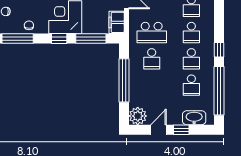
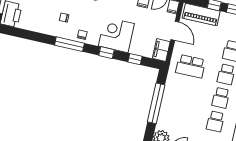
window: (91, 38) -> (135, 59), width x0.46
school desk: (152, 59) -> (185, 90), removed

